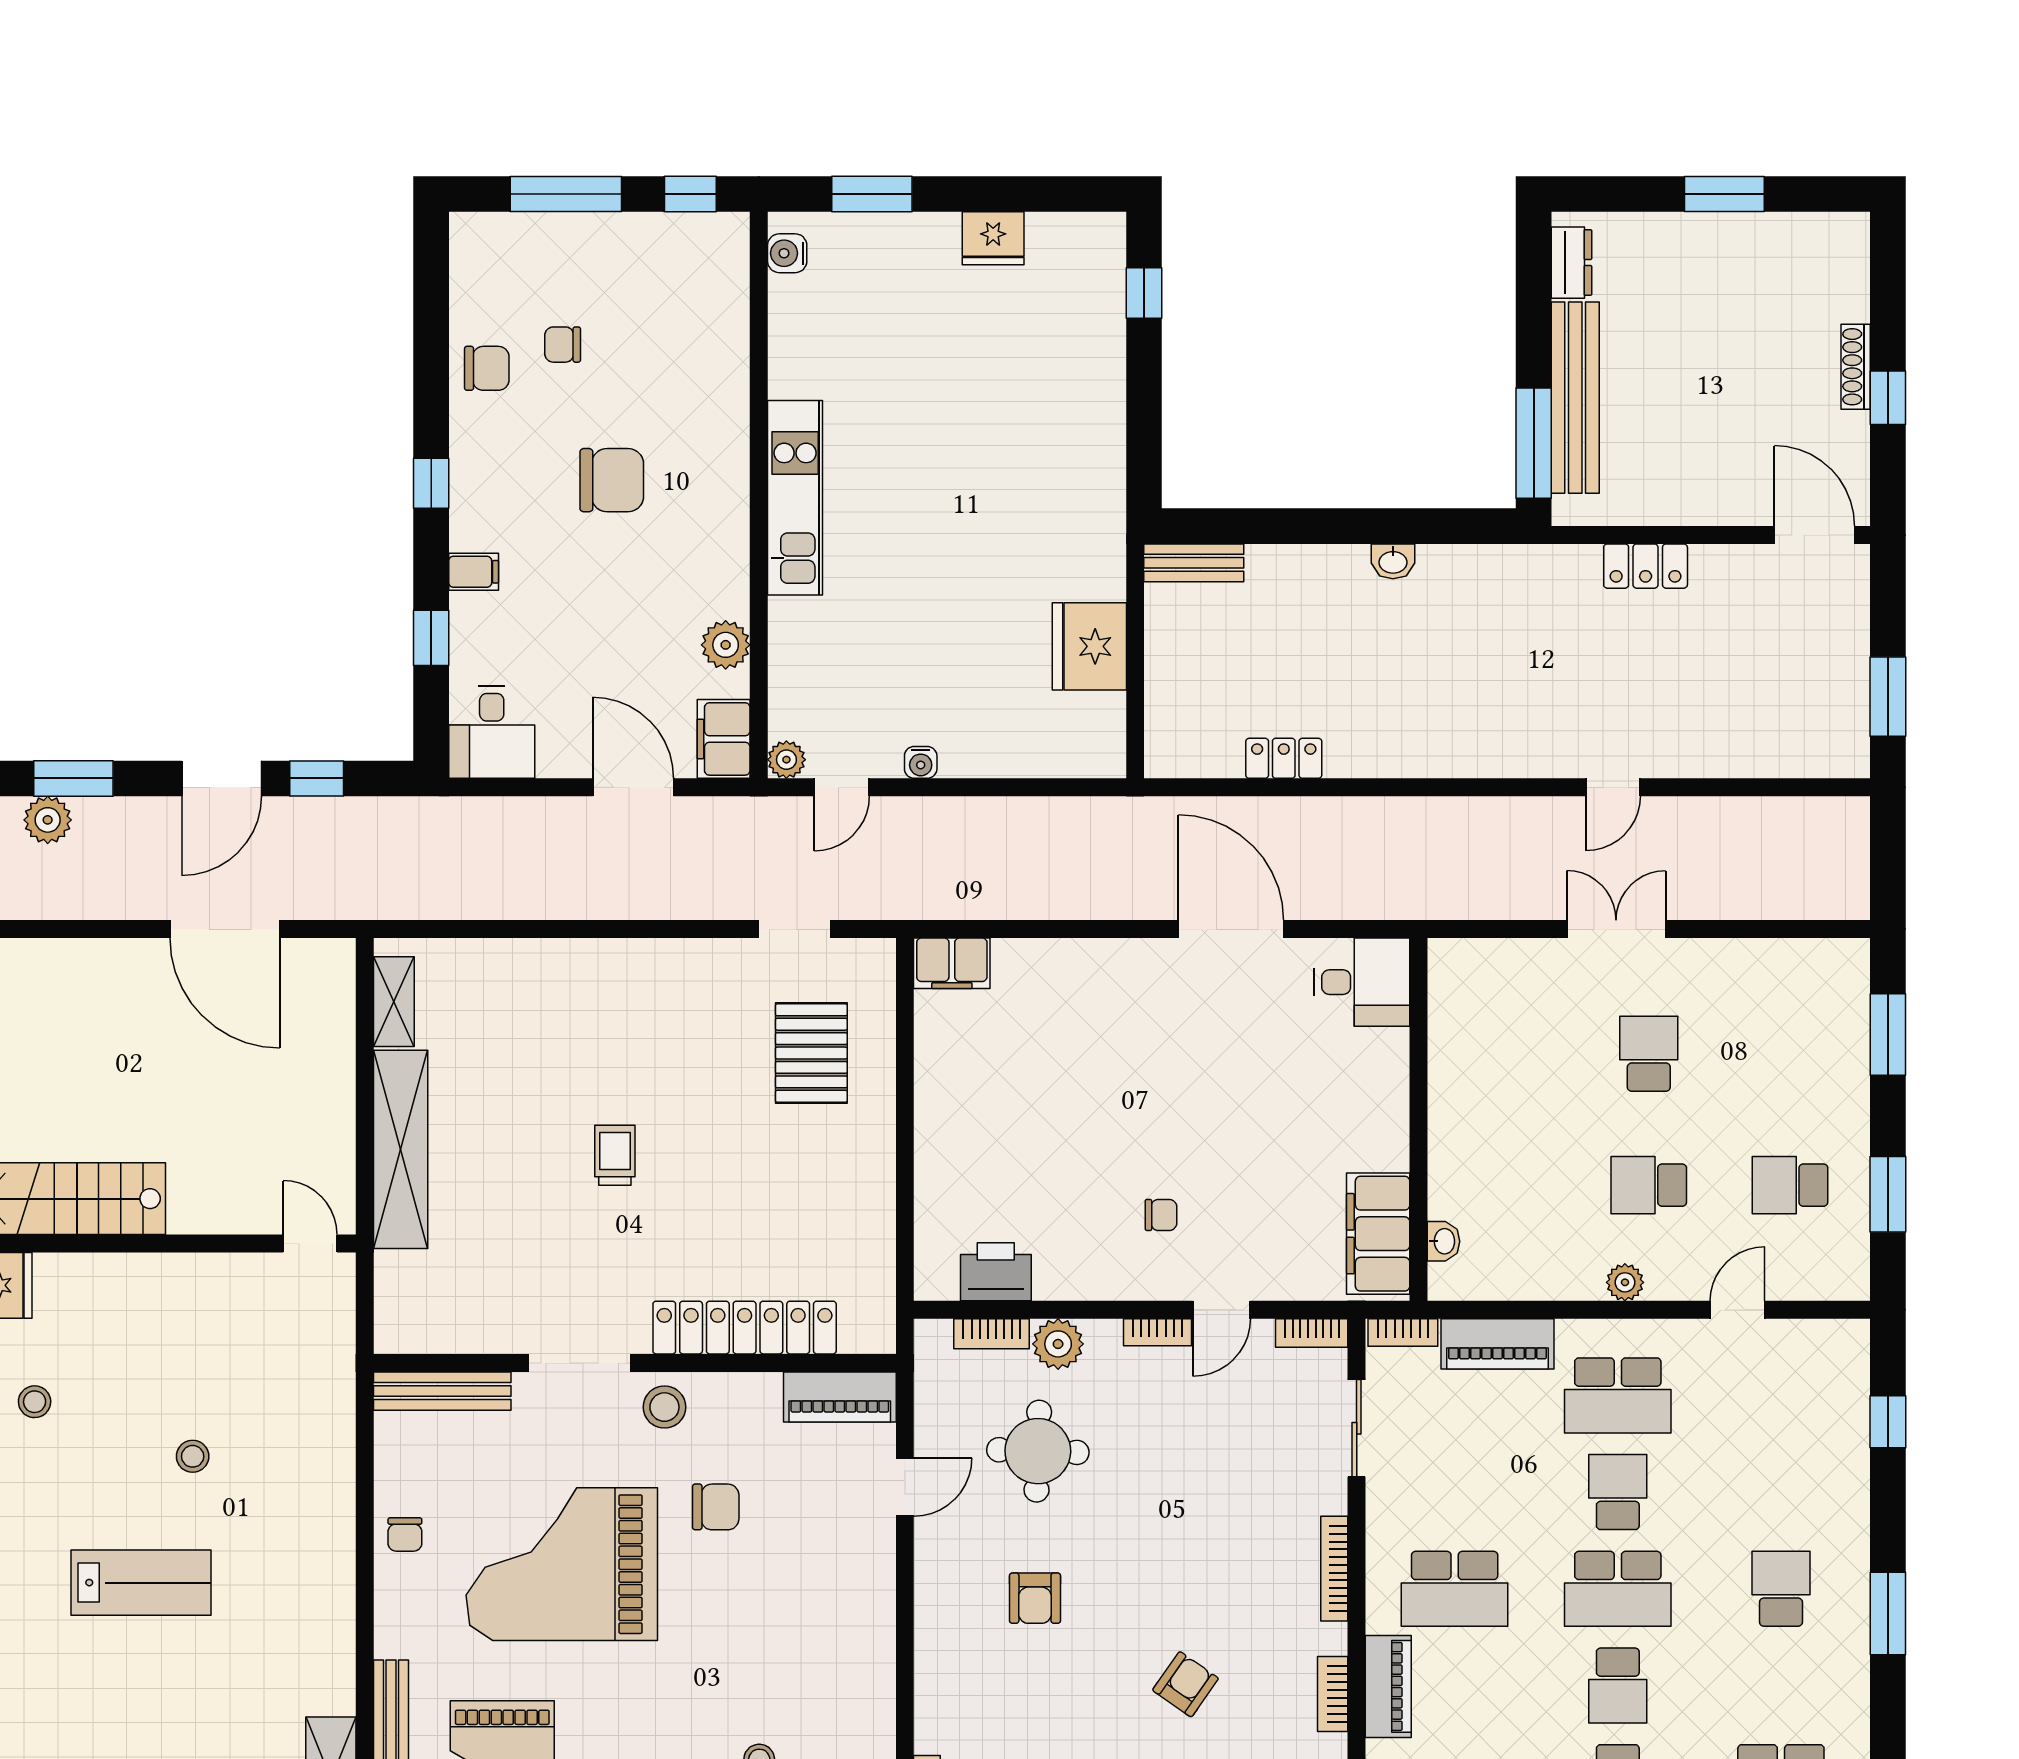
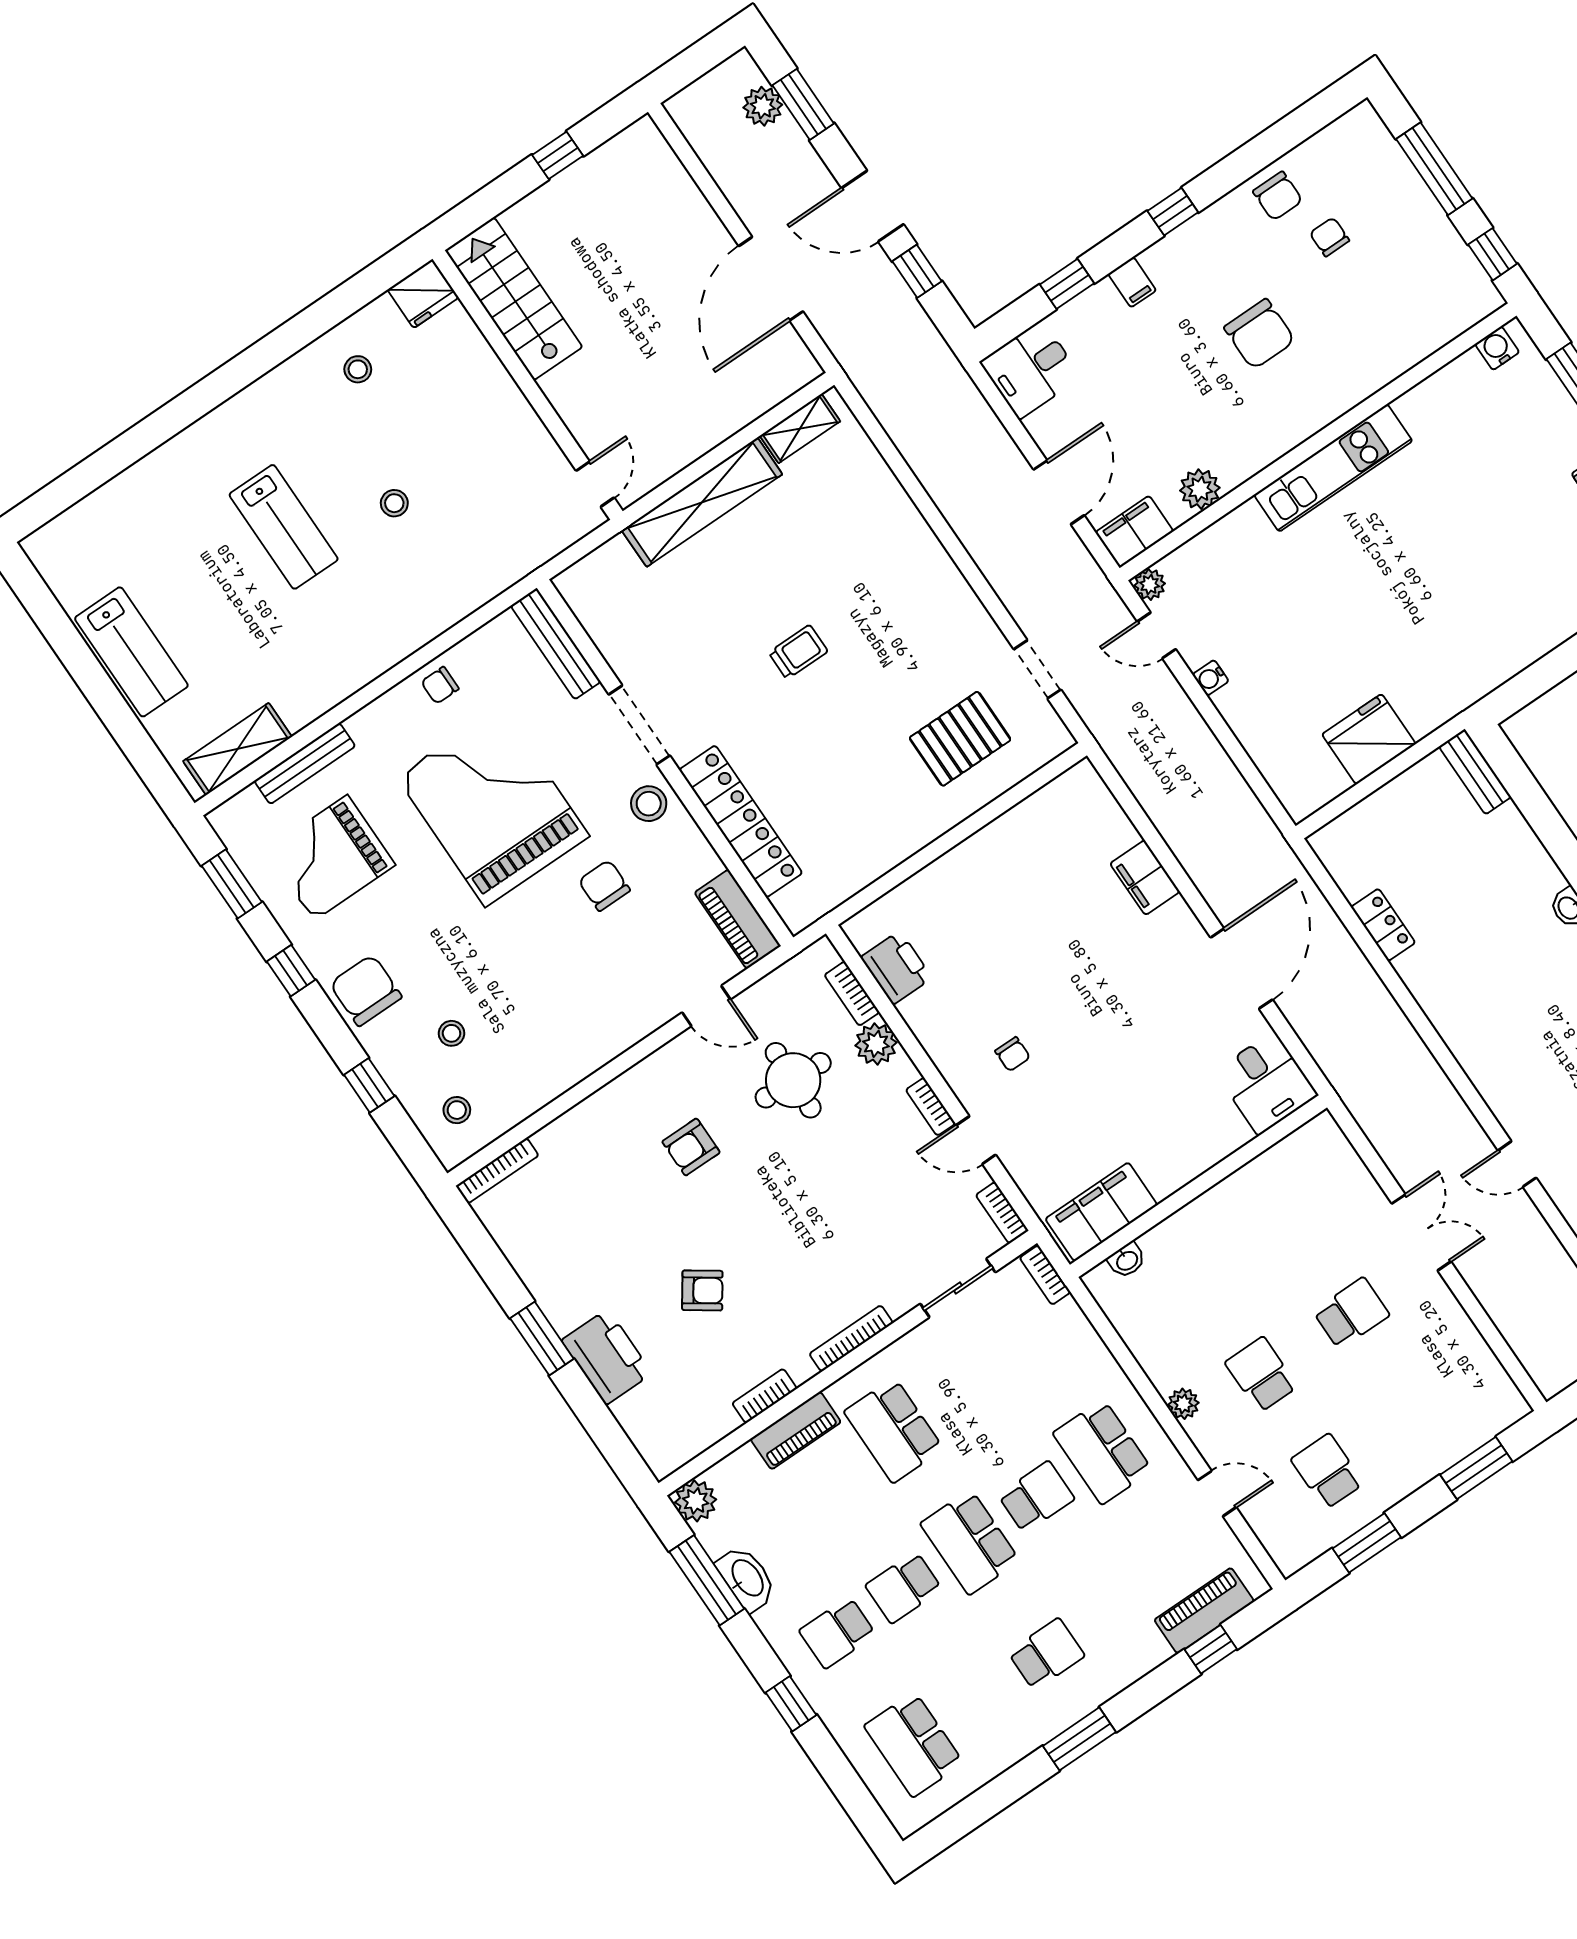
filing cabinet: (952, 963) -> (1145, 878), moved
piano: (1497, 1344) -> (1204, 1611), moved, turned 90
chair: (716, 1507) -> (604, 885), turned 180

